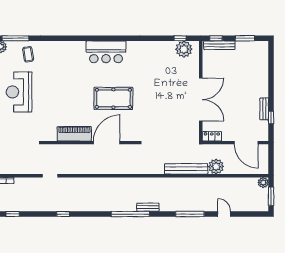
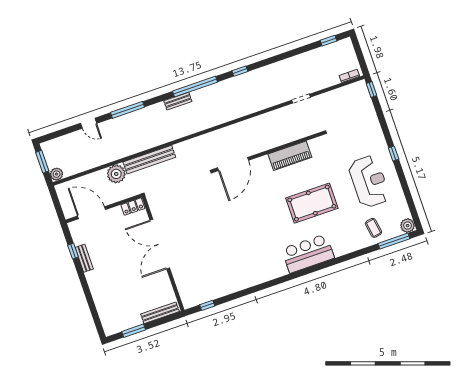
window: (216, 38) -> (166, 319), removed
plant: (184, 49) -> (199, 295), removed
bar counter: (106, 52) -> (308, 253), moved
pool table: (113, 98) -> (312, 203), moved
door: (107, 143) -> (233, 164), moved
window: (63, 214) -> (240, 71), moved

